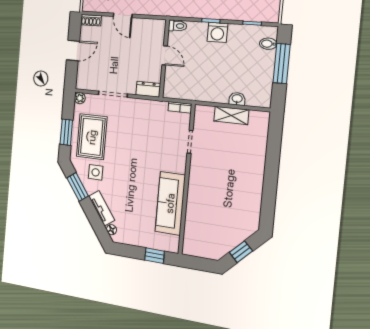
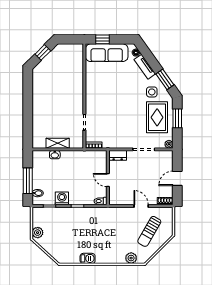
washing machine: (217, 32) -> (62, 198), moved
sofa: (170, 203) -> (107, 53), moved, turned 90

